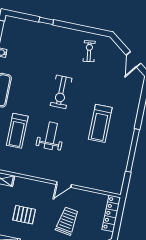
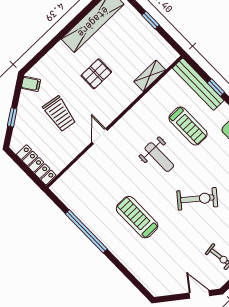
door: (134, 59) -> (199, 294), moved
exercise bike: (61, 92) -> (197, 199), turned 129
treadmill: (17, 131) -> (188, 126), turned 180

